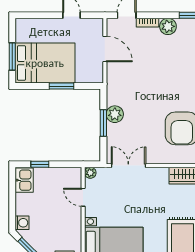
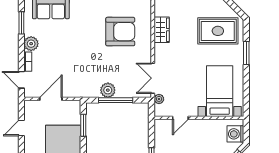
window: (61, 86) -> (83, 125), moved
window: (103, 123) -> (116, 100), width x1.44
plant: (90, 173) -> (159, 99), moved

